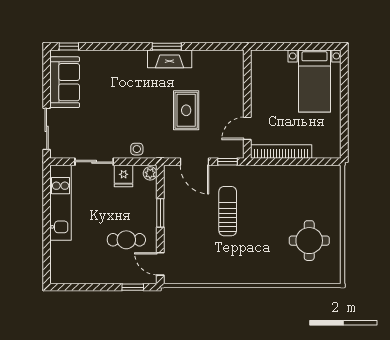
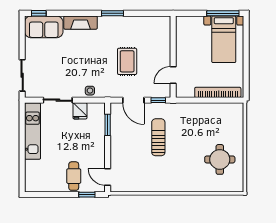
window: (313, 46) -> (223, 13), added
fireplace: (170, 59) -> (81, 23), moved
sofa: (65, 82) -> (44, 27), moved, turned 90
bookcase: (281, 151) -> (218, 92), moved
plant: (150, 173) -> (100, 109), removed
window: (160, 213) -> (108, 125), moved
cafe table: (126, 240) -> (74, 176), moved, turned 90

